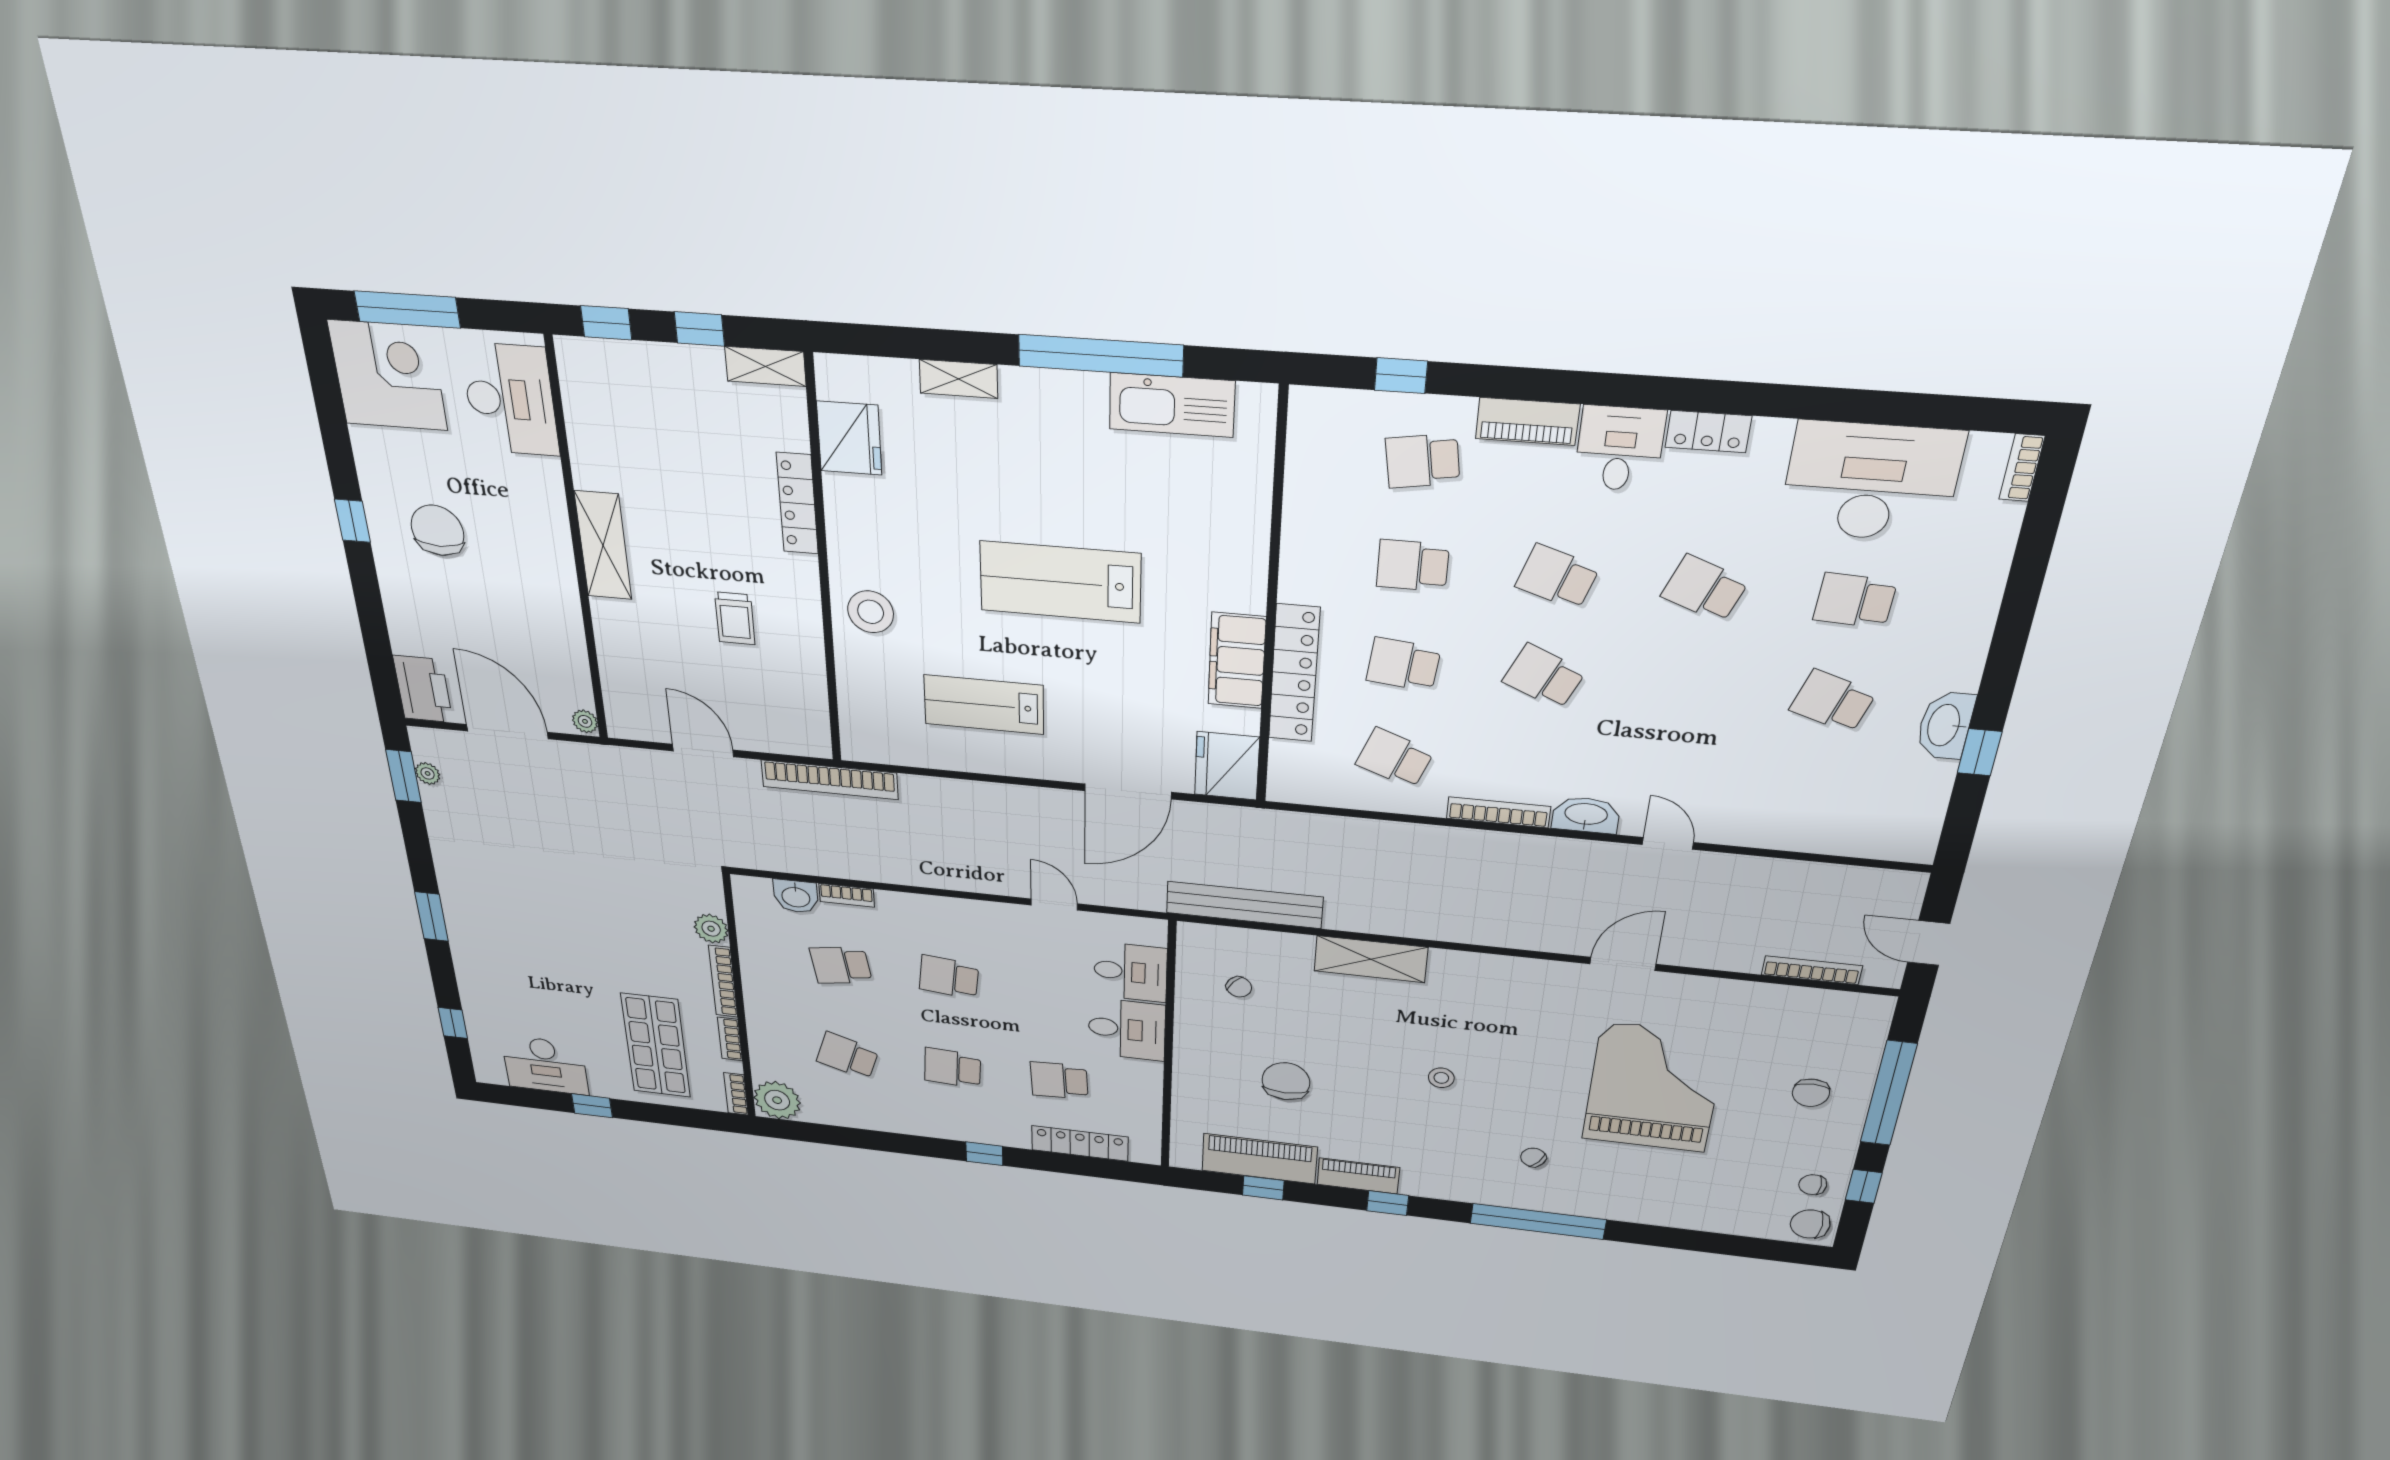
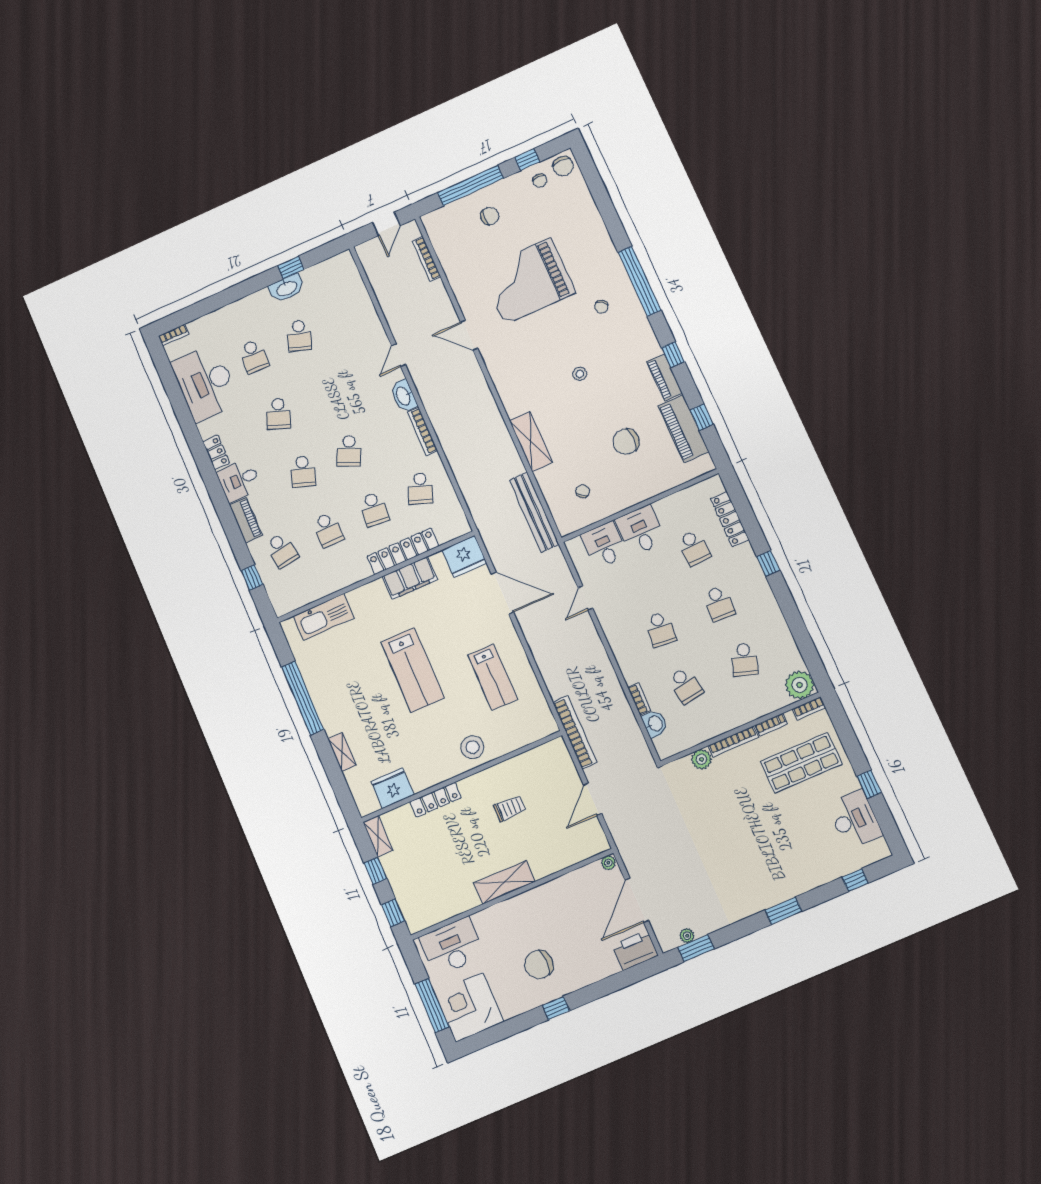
kitchen sink: (1172, 405) -> (324, 617), moved, turned 90

